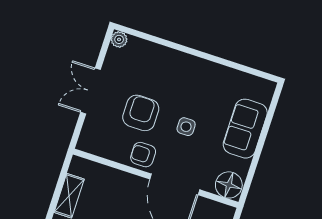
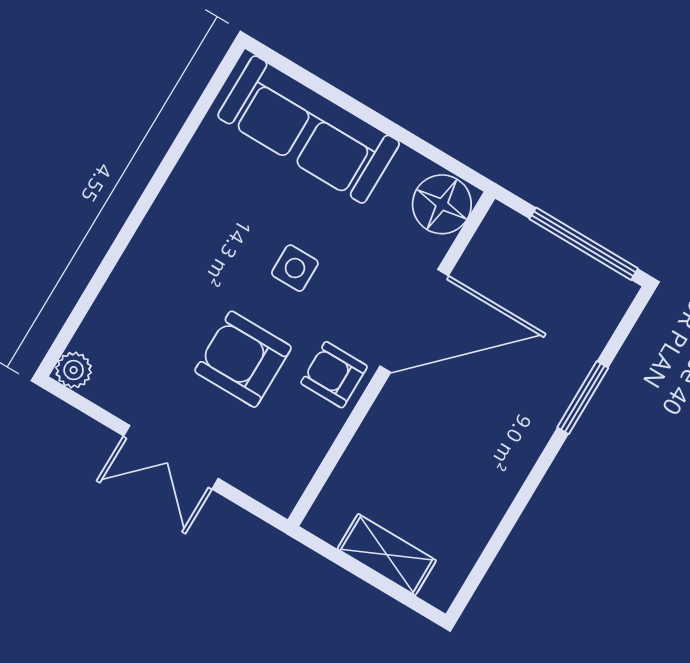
sofa: (245, 129) -> (309, 130), width x1.36
armchair: (143, 155) -> (334, 375), turned 90

